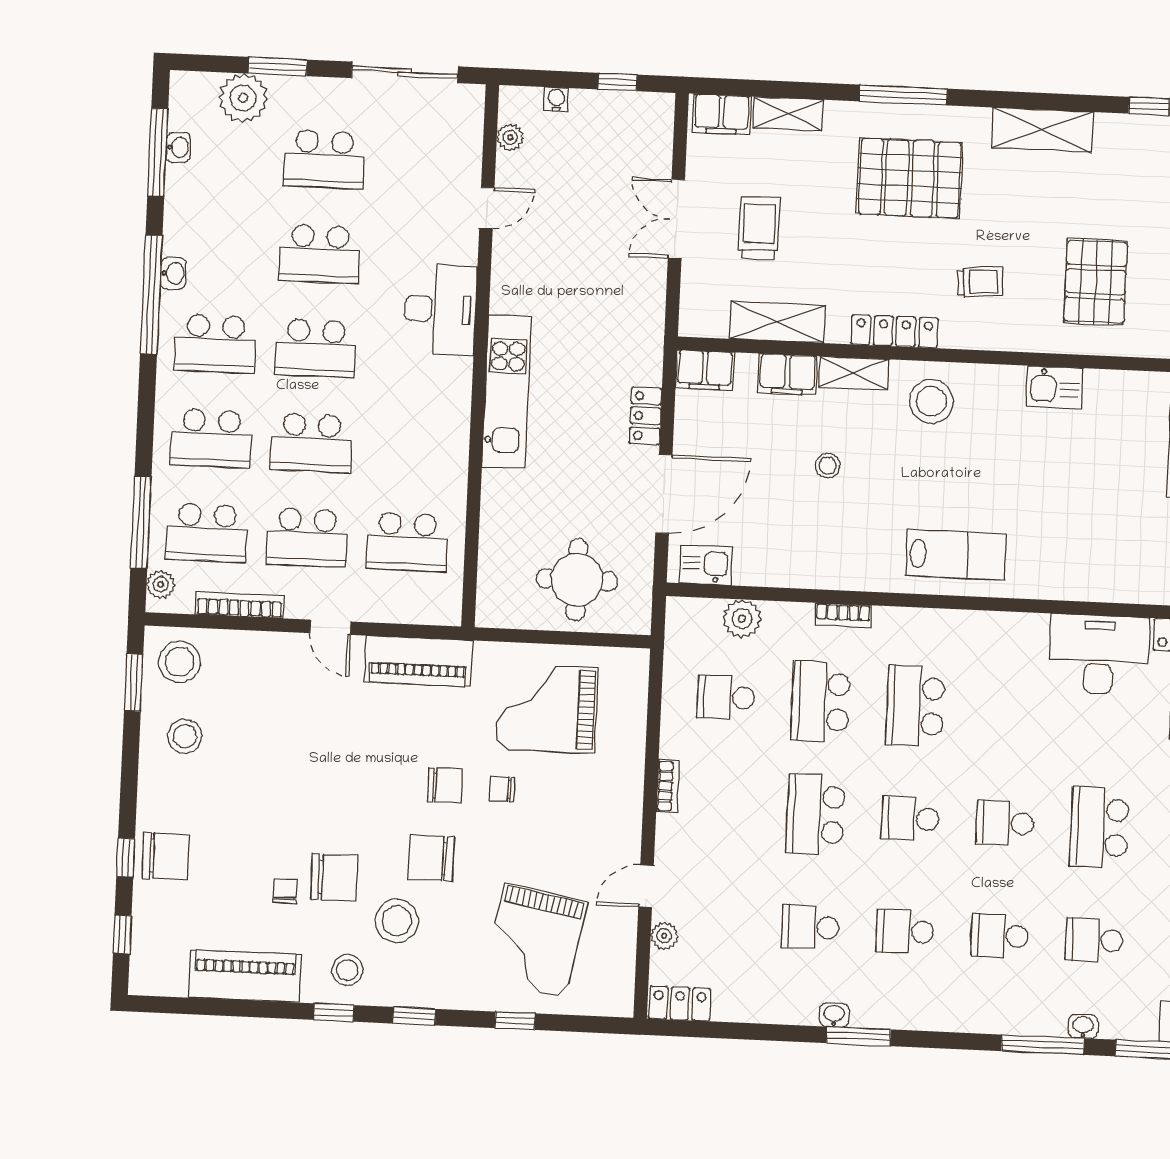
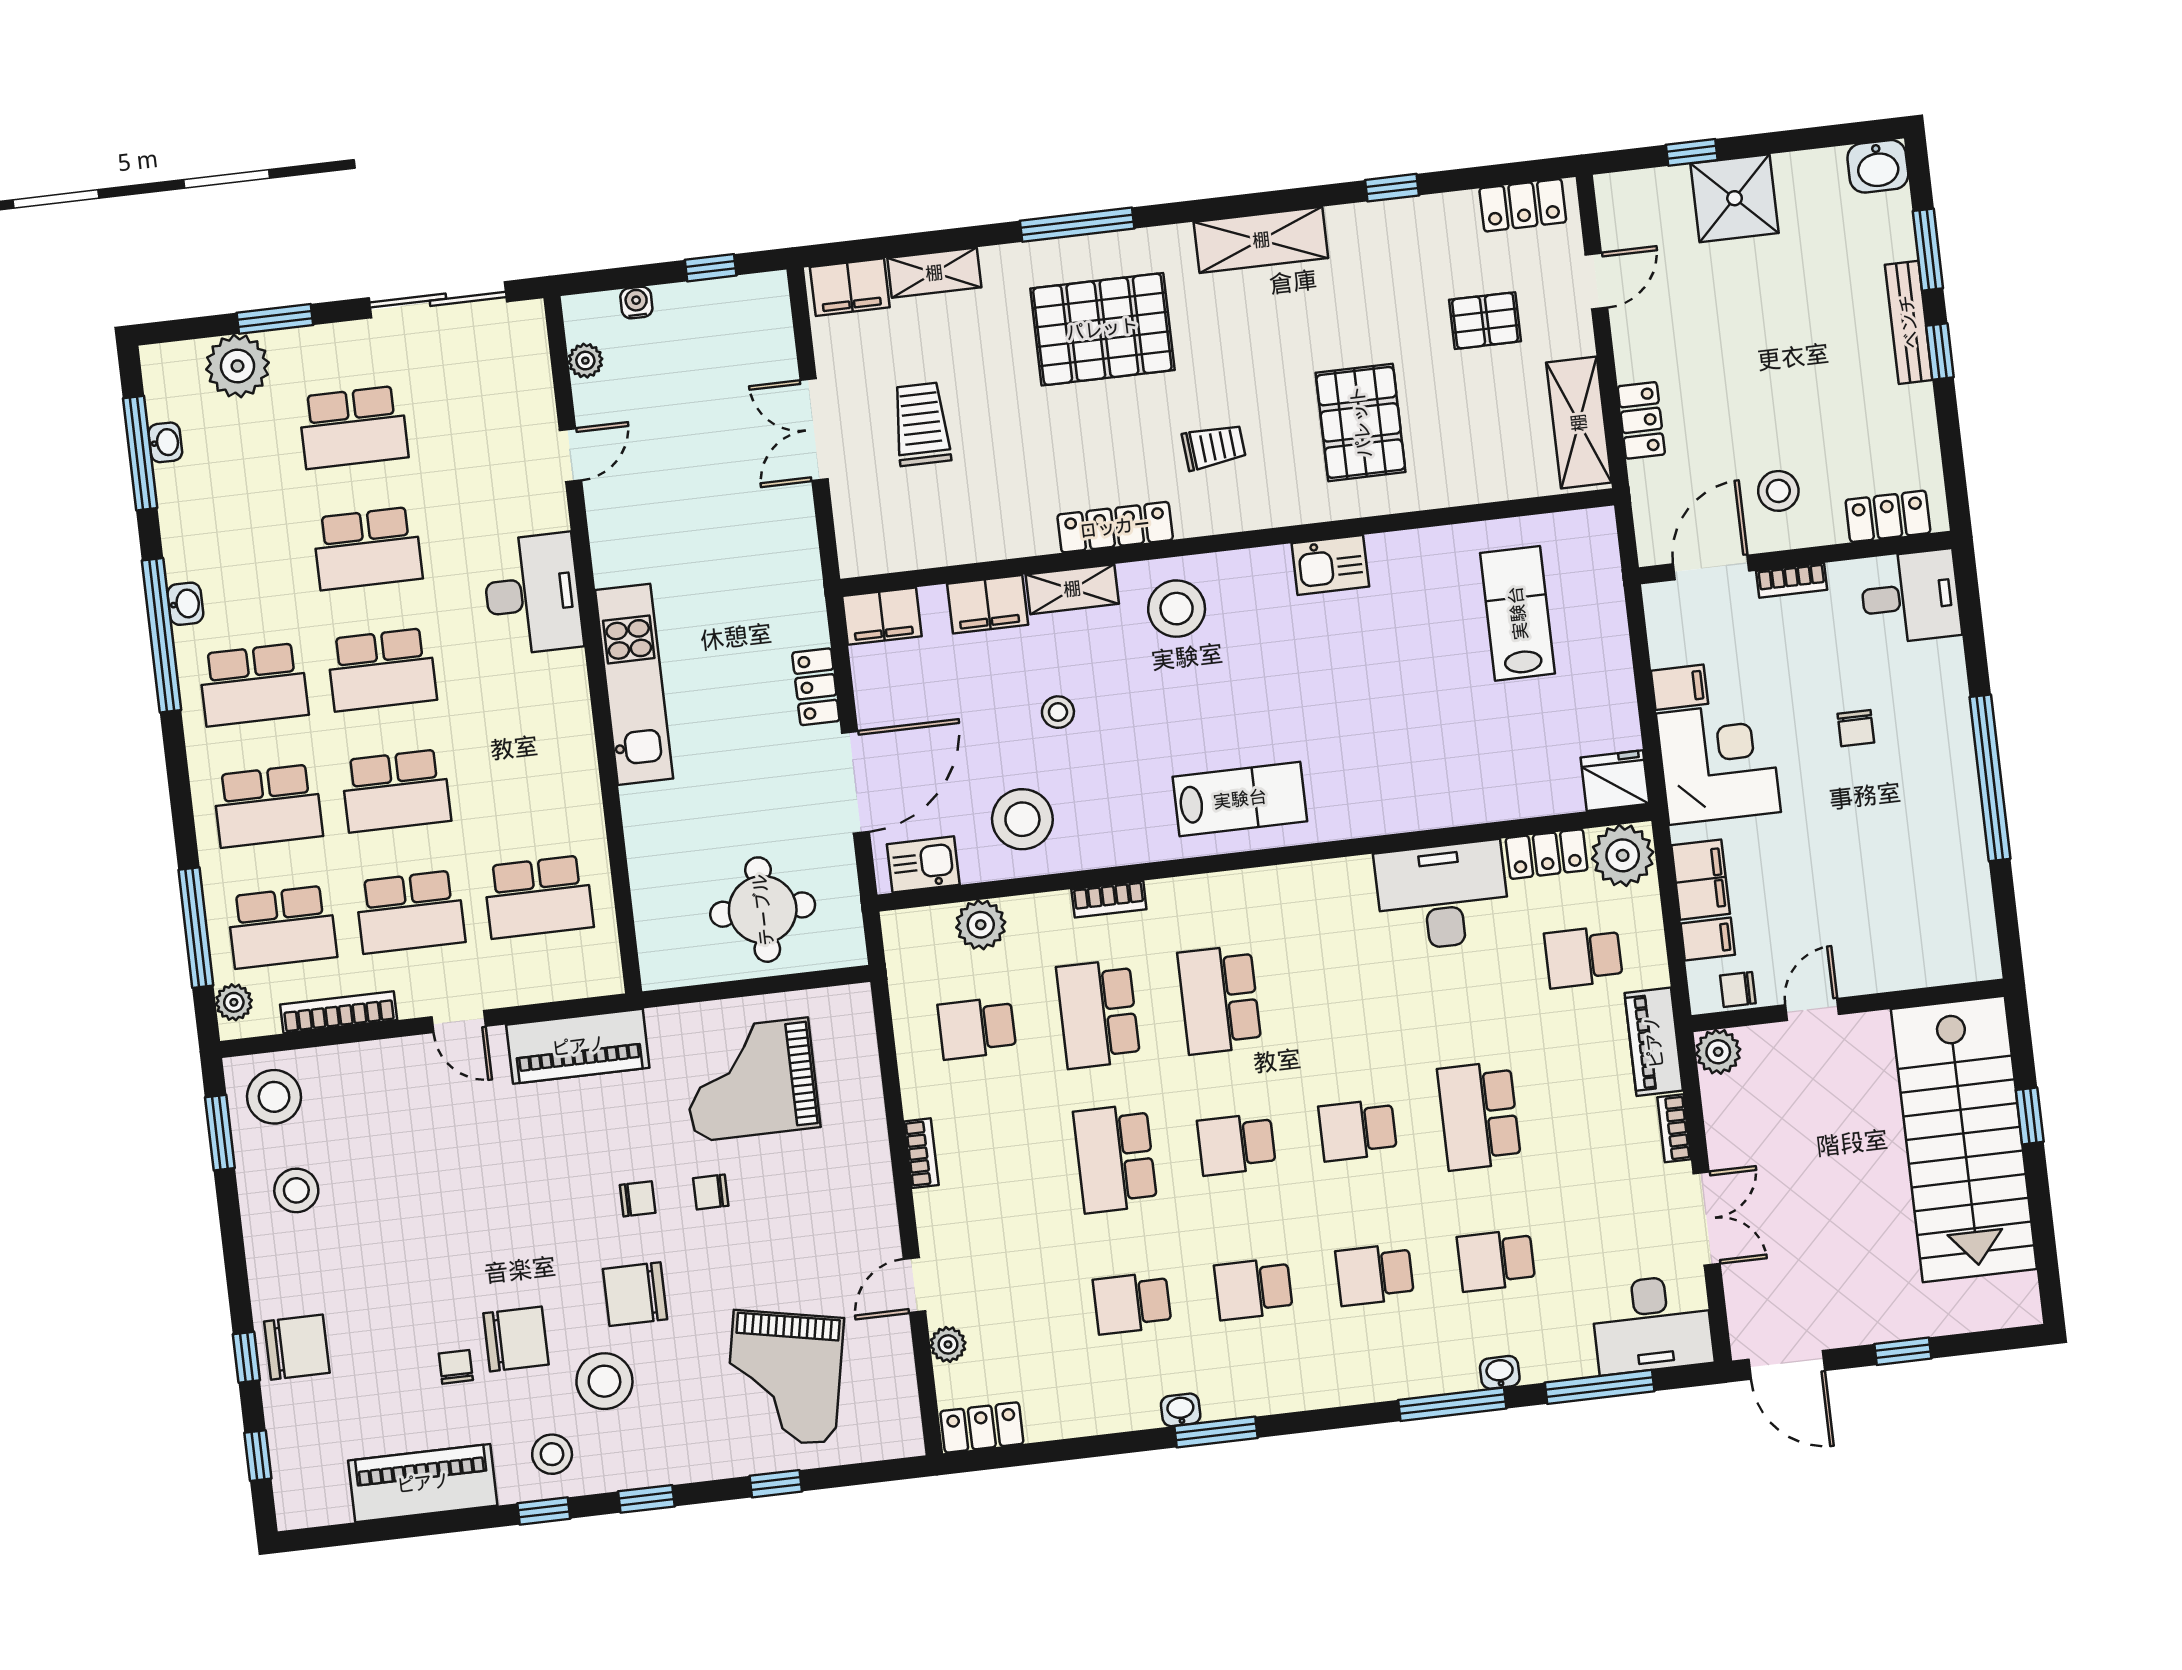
shelving: (777, 322) -> (964, 540), removed
stool: (787, 543) -> (1022, 819), added
chair: (445, 785) -> (638, 1199), width x0.73, depth x0.73

